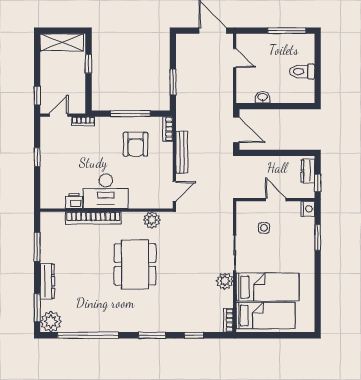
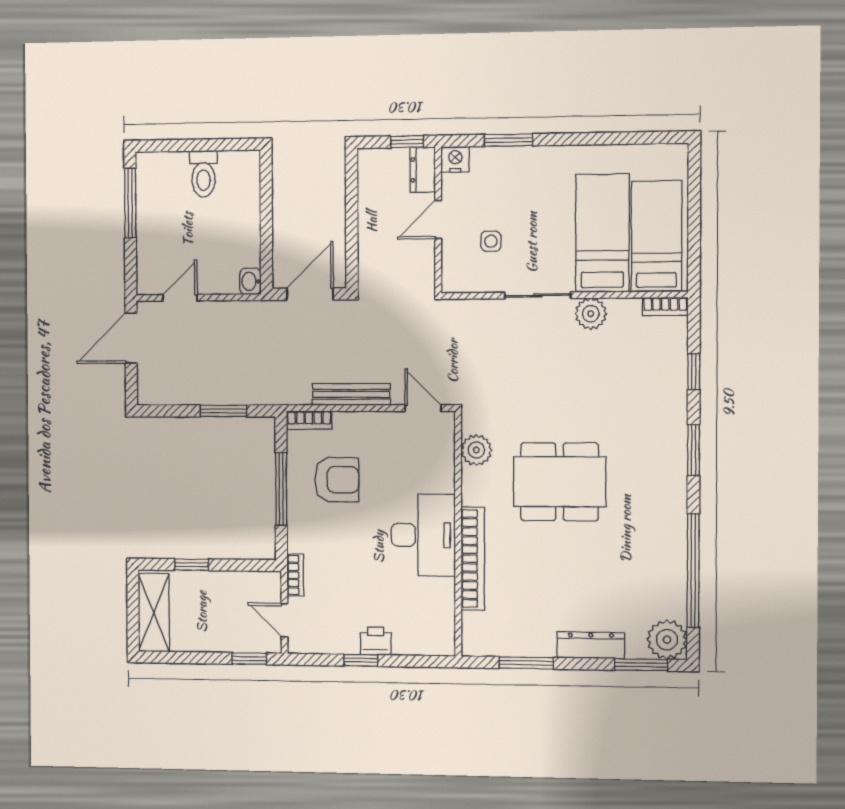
washbasin: (263, 97) -> (250, 281), moved
dresser: (308, 171) -> (423, 170), moved, turned 90
printer: (74, 201) -> (376, 641), moved, turned 90

